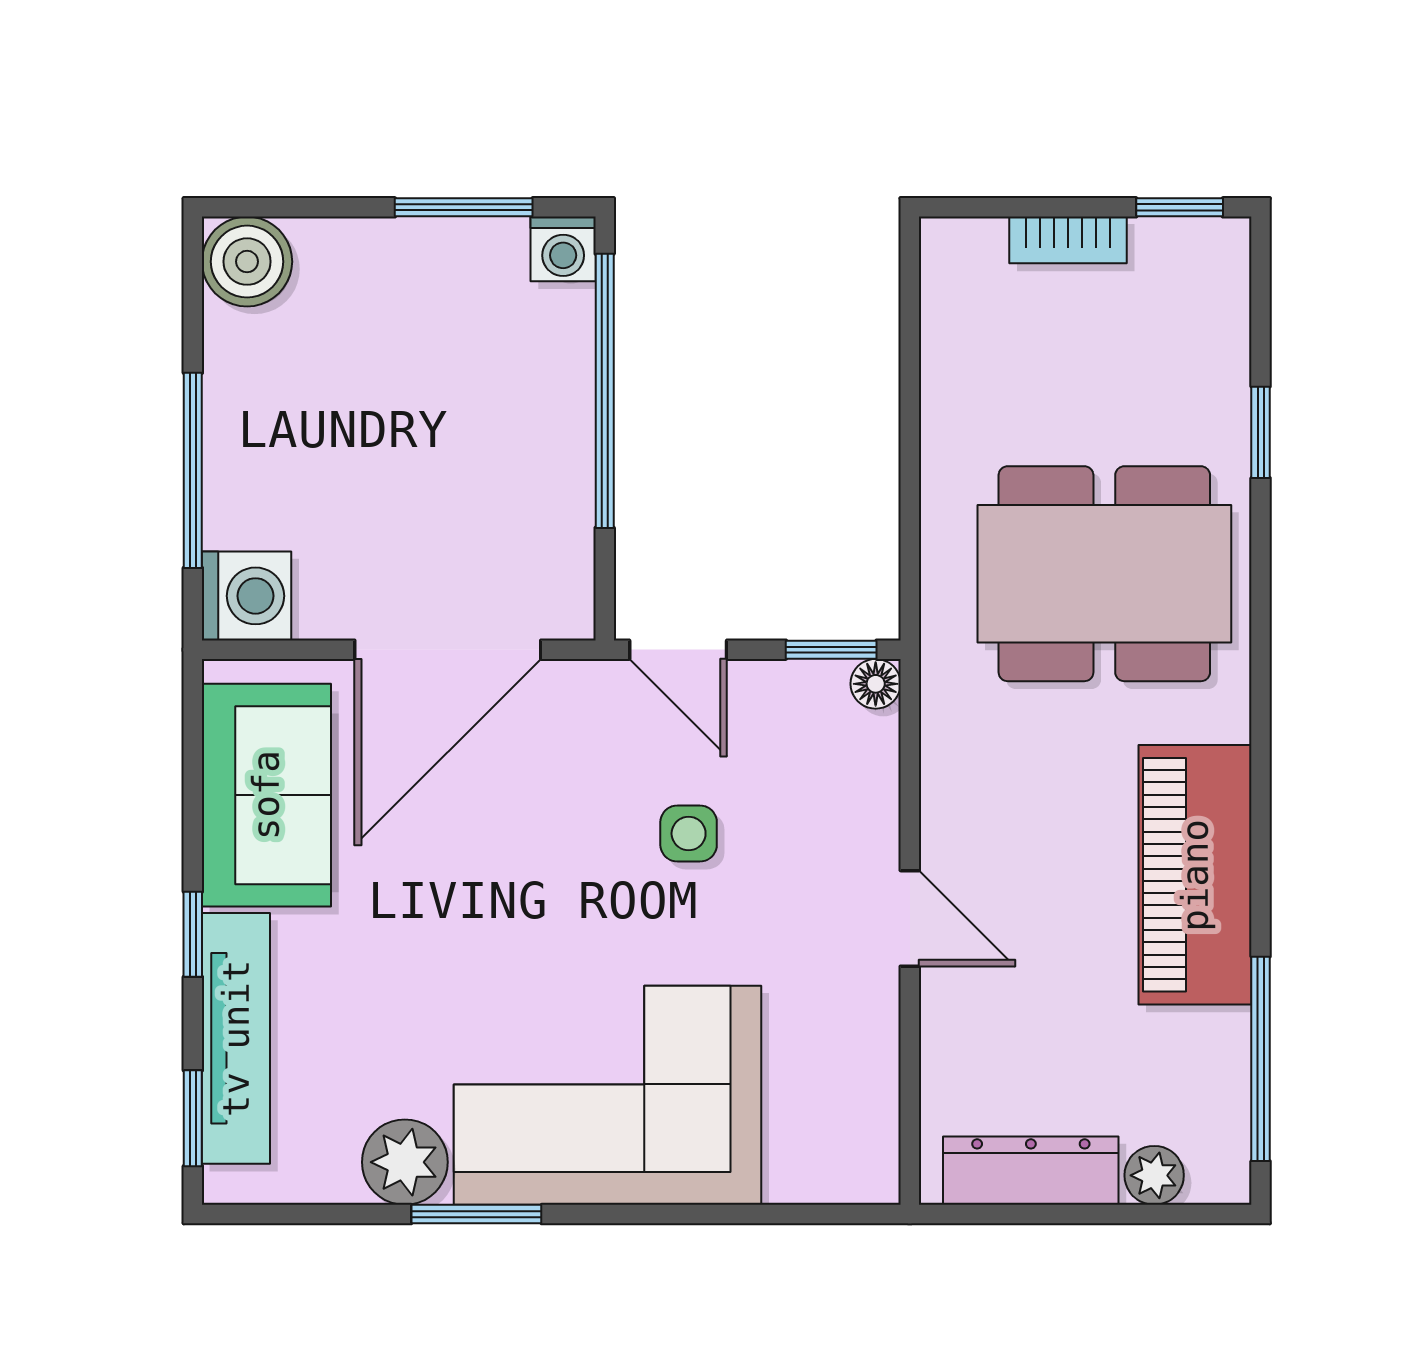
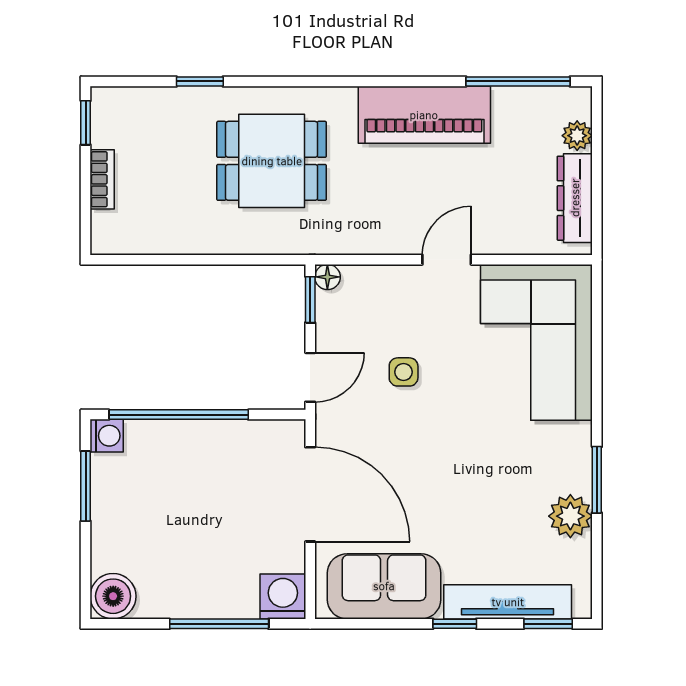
dining table: (1104, 574) -> (272, 161), width x0.73
corner sofa: (607, 1095) -> (536, 342), moved

